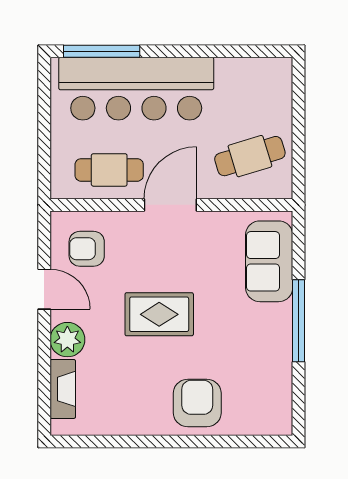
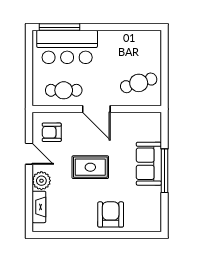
bar counter: (136, 89) -> (67, 47), width x0.73
door: (170, 205) -> (96, 109), swing flipped
sofa: (269, 261) -> (149, 164), moved

